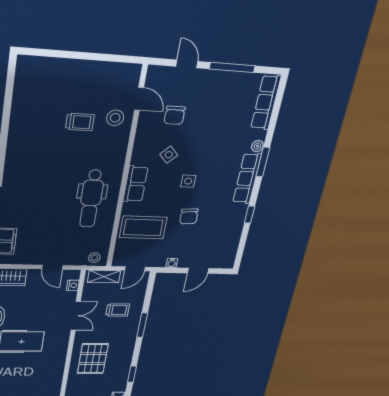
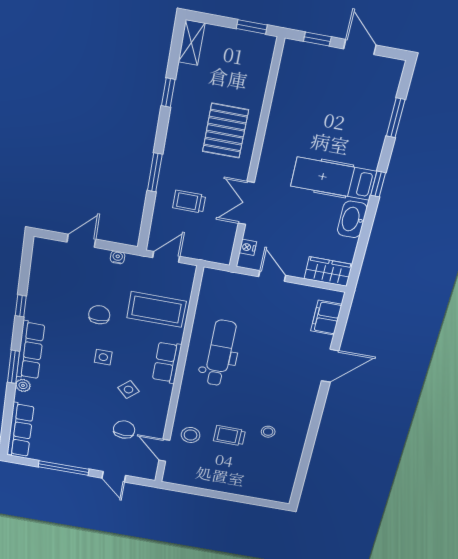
stool: (94, 258) -> (268, 432), moved
shelving: (104, 277) -> (207, 253), removed

